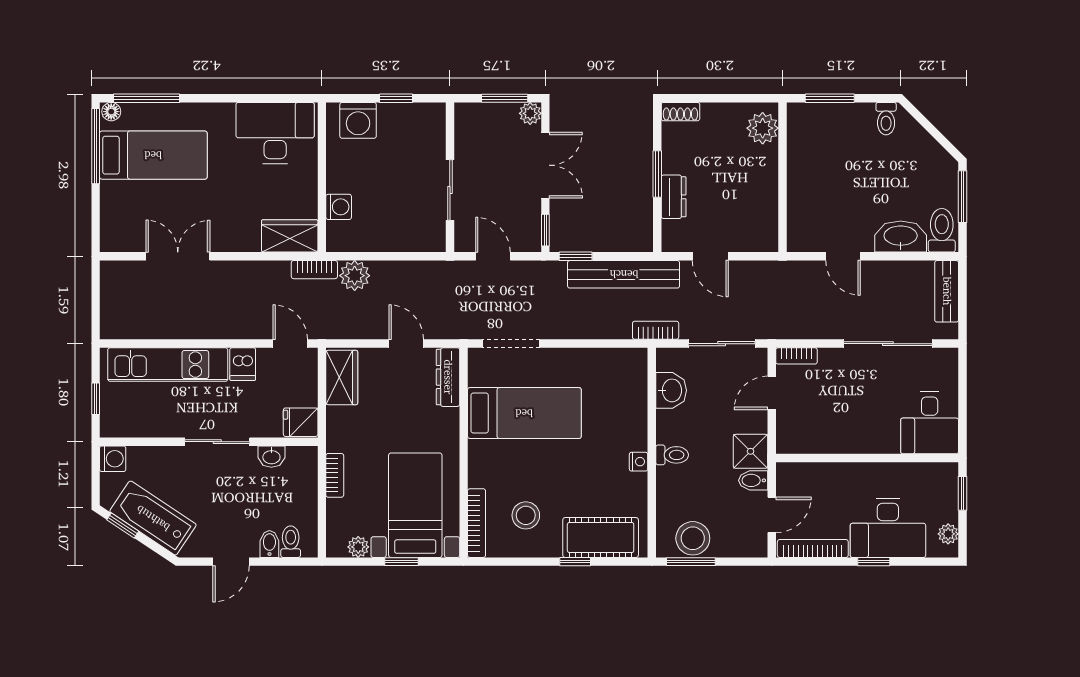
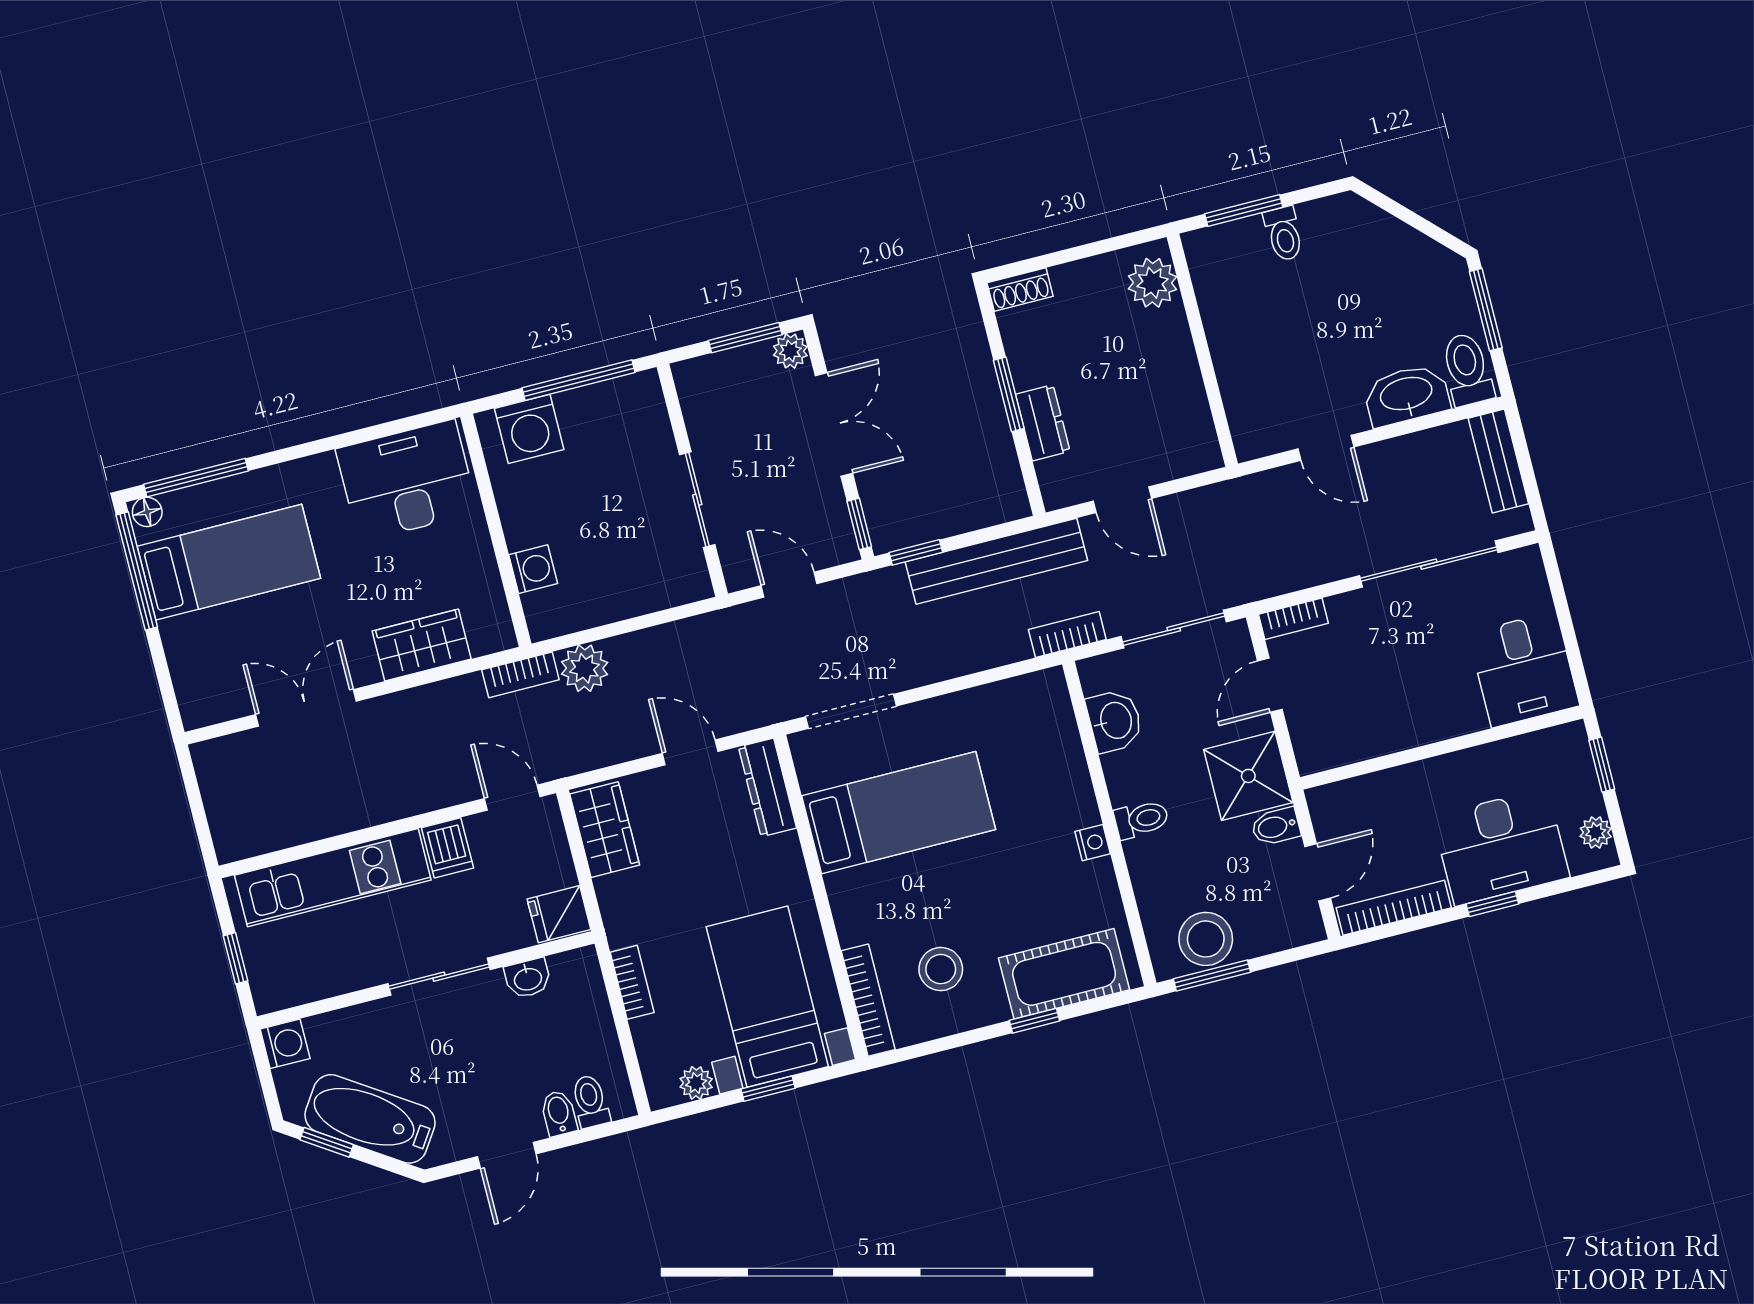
window: (396, 98) -> (578, 380), width x2.17
toilet: (886, 119) -> (1284, 234), moved
wardrobe: (290, 236) -> (422, 645), moved
shower: (751, 451) -> (1248, 776), width x1.36, depth x1.36

